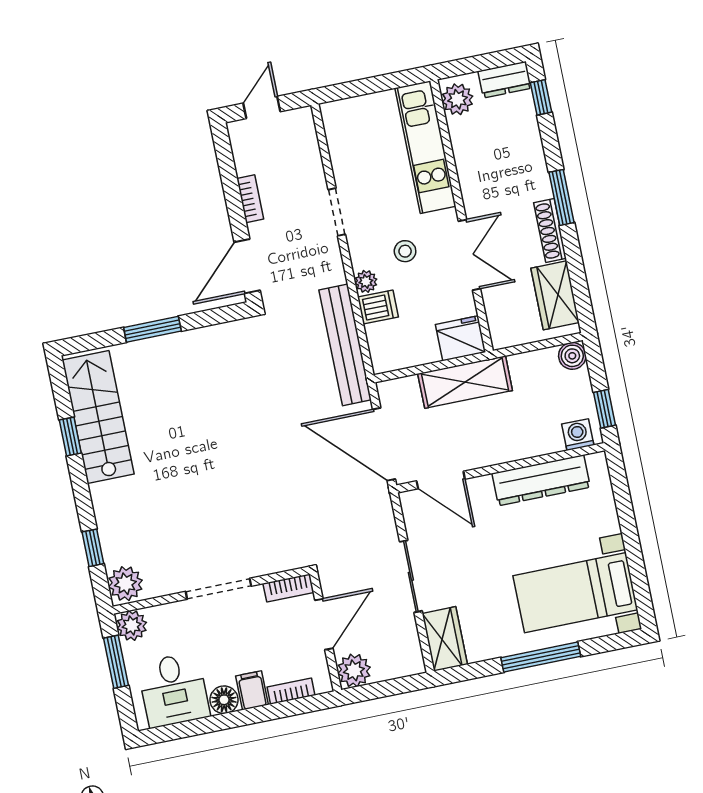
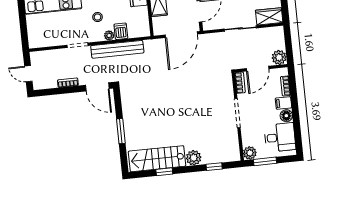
bench: (345, 345) -> (117, 49), moved
plant: (125, 584) -> (194, 158), moved
door: (324, 624) -> (258, 69), swing flipped

